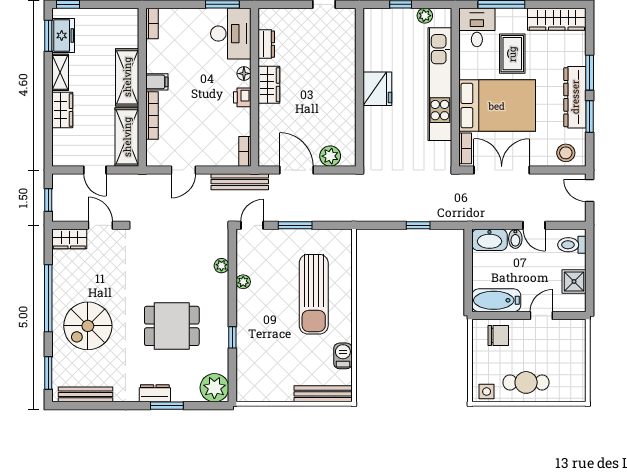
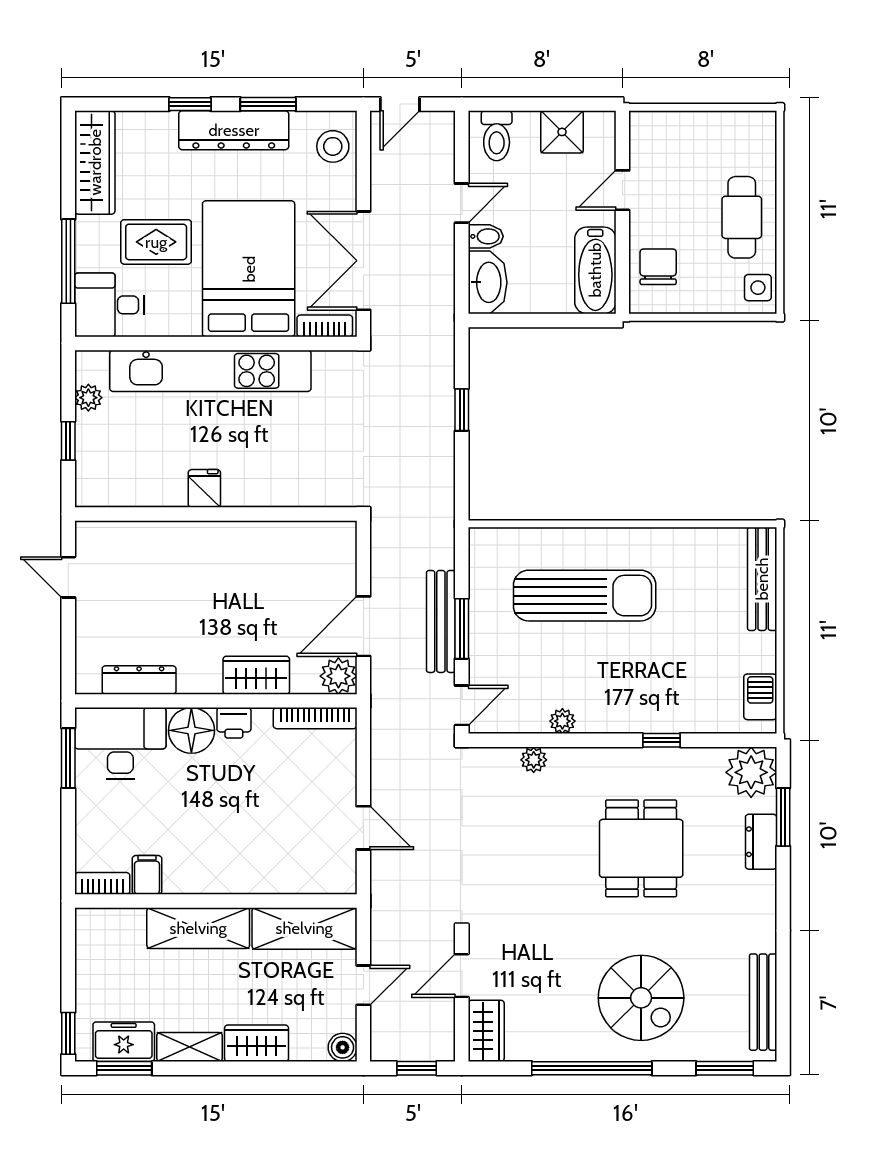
dresser: (266, 44) -> (139, 680), width x1.44
window: (590, 73) -> (190, 104), width x0.67
floor lamp: (244, 74) -> (191, 730), width x1.89, depth x1.89
filing cabinet: (157, 82) -> (147, 875), moved
wardrobe: (269, 85) -> (256, 675), moved
fridge: (377, 89) -> (204, 488), width x0.53, depth x0.75
bookcase: (152, 115) -> (266, 884), removed
bookcase: (245, 151) -> (315, 718), width x1.56
plant: (330, 156) -> (338, 676), moved
boiler: (60, 158) -> (343, 1047), added
bench: (240, 182) -> (441, 621), moved
door: (252, 225) -> (462, 705), swing flipped
door: (541, 315) -> (622, 190), hinge flipped
barbecue: (343, 356) -> (760, 697), moved, turned 90
dresser: (155, 393) -> (761, 842), moved
window: (167, 406) -> (783, 817), moved

